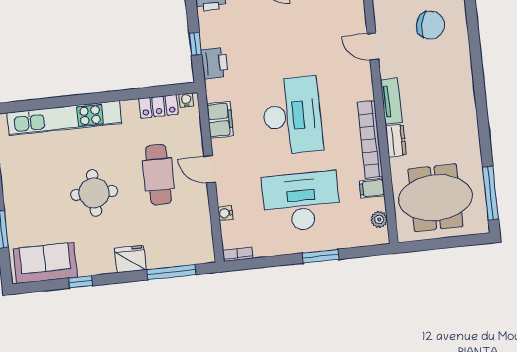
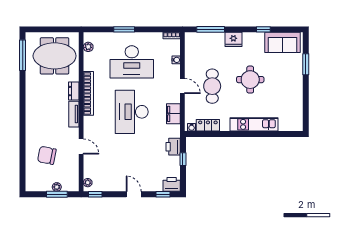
kitchen unit: (64, 118) -> (254, 124), width x0.73
filing cabinet: (372, 188) -> (90, 65), removed

